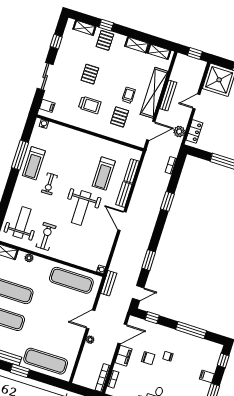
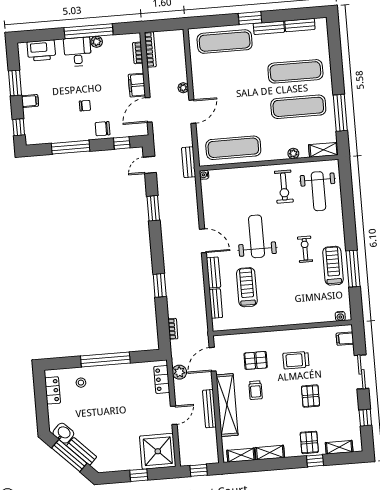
pallet: (120, 117) -> (256, 360), turned 90
chair: (148, 358) -> (103, 129), moved

